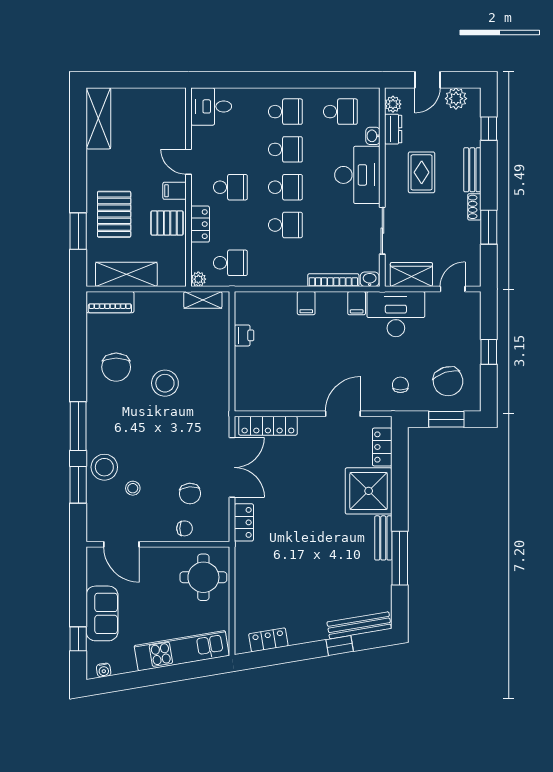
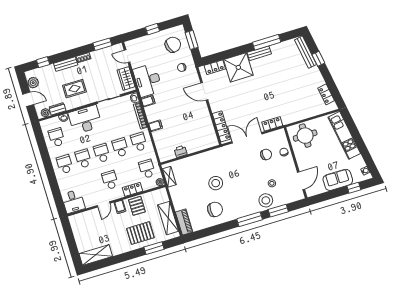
window: (489, 227) -> (102, 44), moved
school desk: (285, 263) -> (139, 142), added

